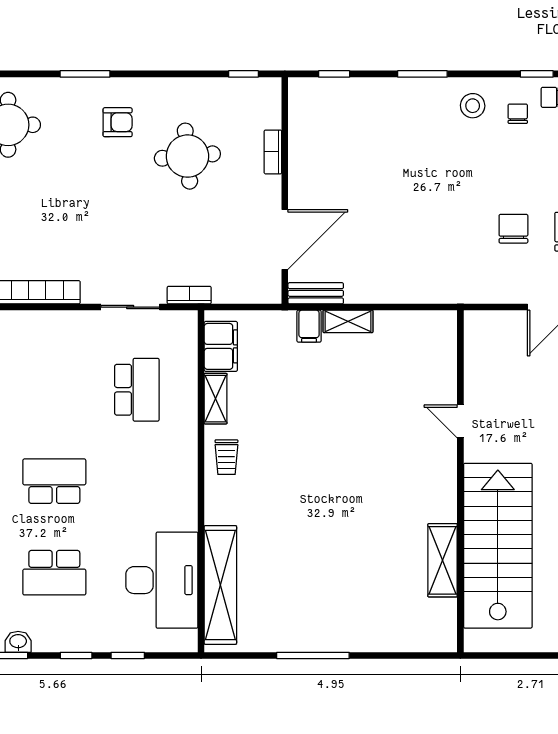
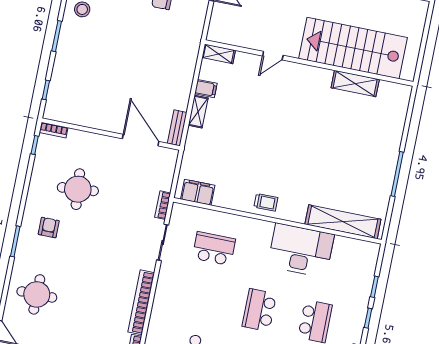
bookcase: (273, 152) -> (54, 130), moved
filing cabinet: (309, 326) -> (206, 89), moved
shelving: (216, 399) -> (219, 54), moved
desk: (162, 580) -> (301, 250), moved

